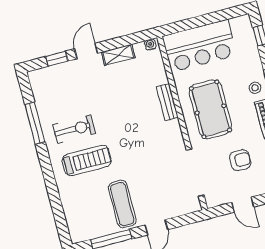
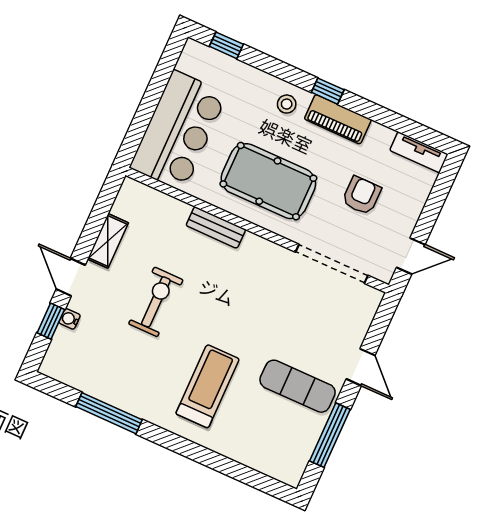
water cooler: (150, 45) -> (70, 319), moved
exercise bike: (74, 129) -> (156, 302), moved
door: (243, 205) -> (411, 256), moved

